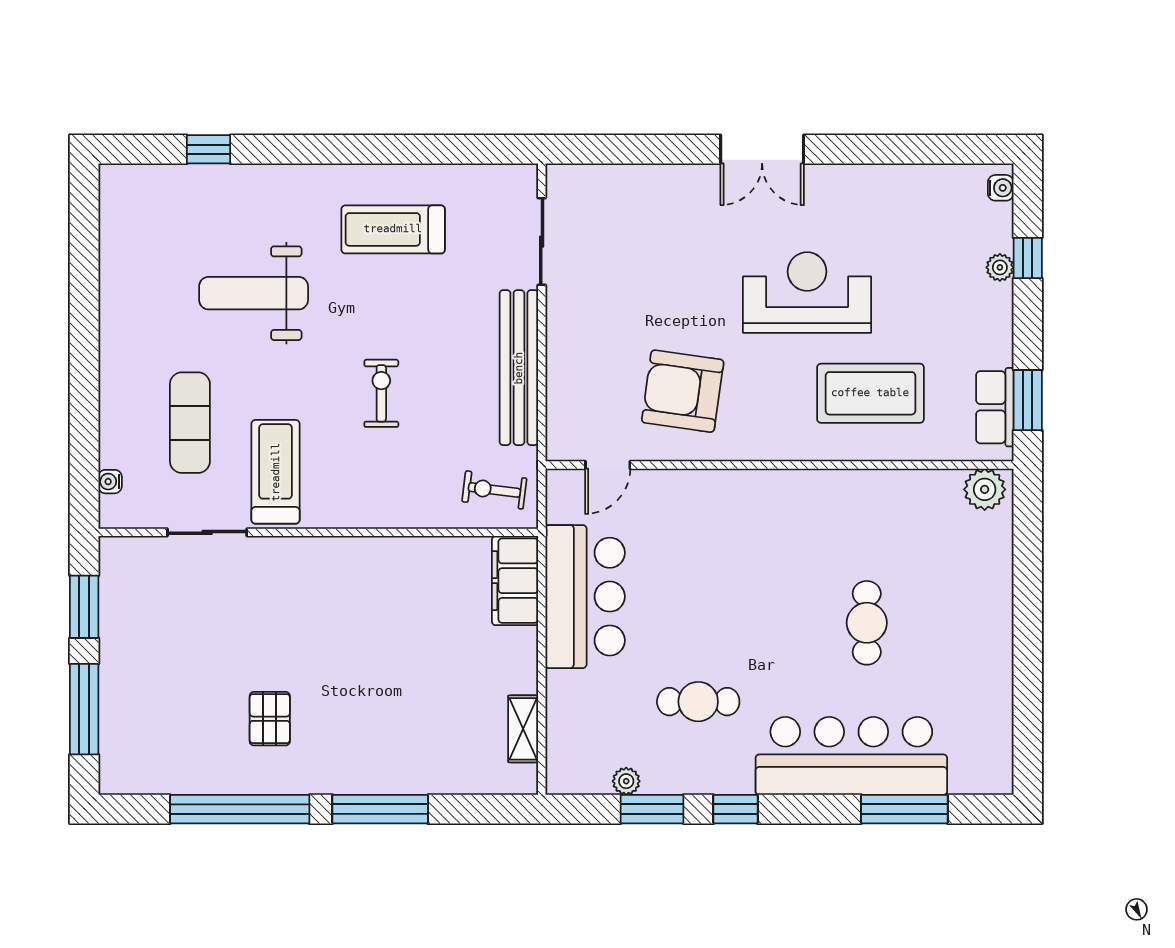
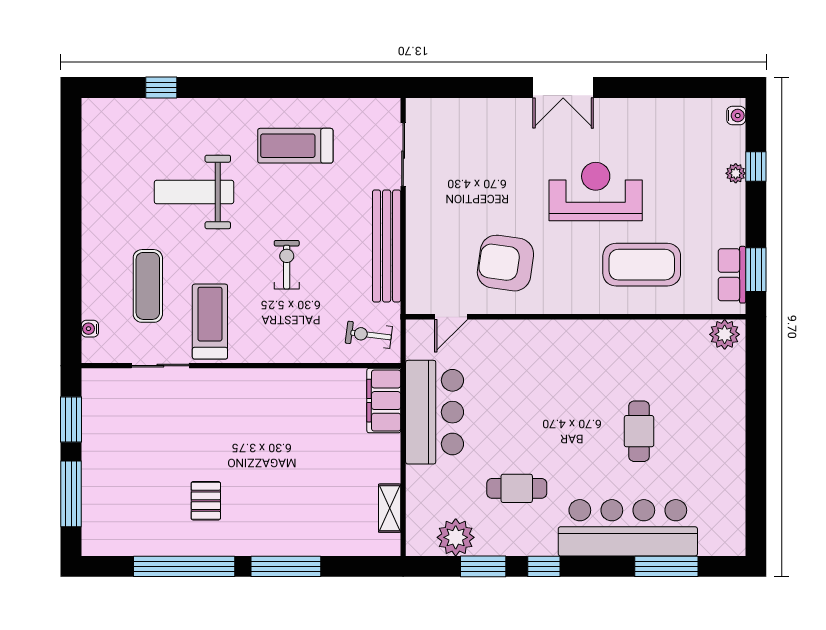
plant: (626, 781) -> (456, 537), width x1.87, depth x1.87

